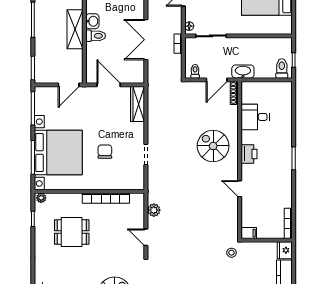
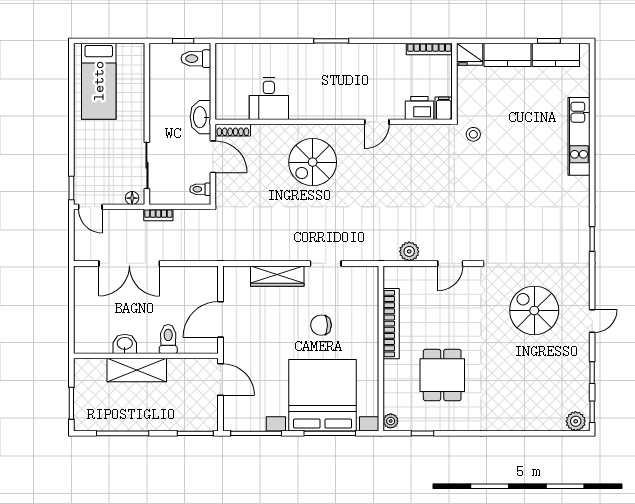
toilet: (96, 36) -> (168, 339), moved
double door: (146, 40) -> (129, 263), moved
wardrobe: (137, 104) -> (277, 276), moved
printer: (249, 154) -> (419, 108), moved

